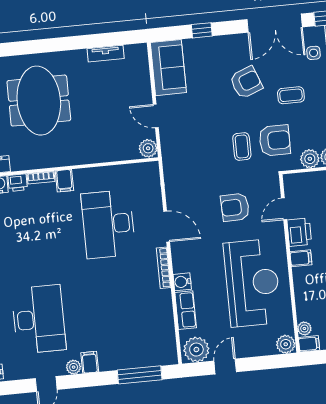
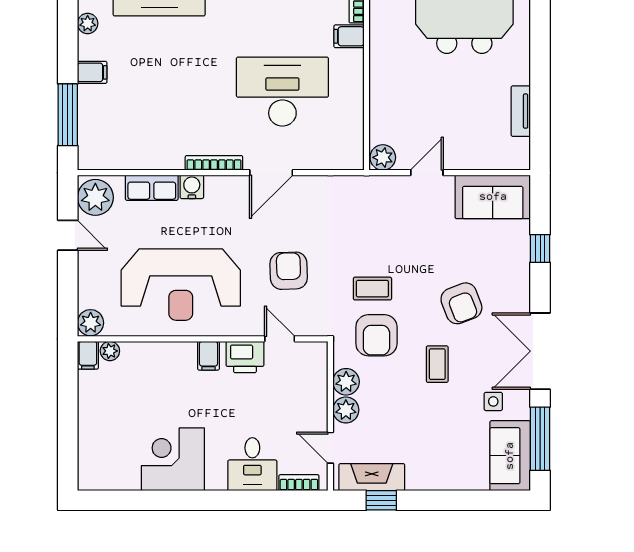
filing cabinet: (90, 362) -> (92, 72), moved

